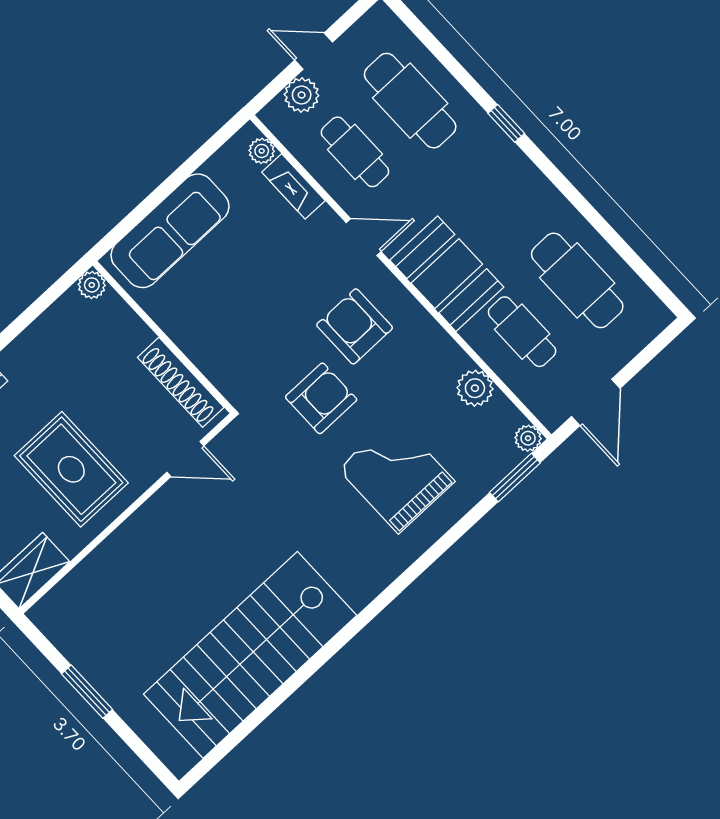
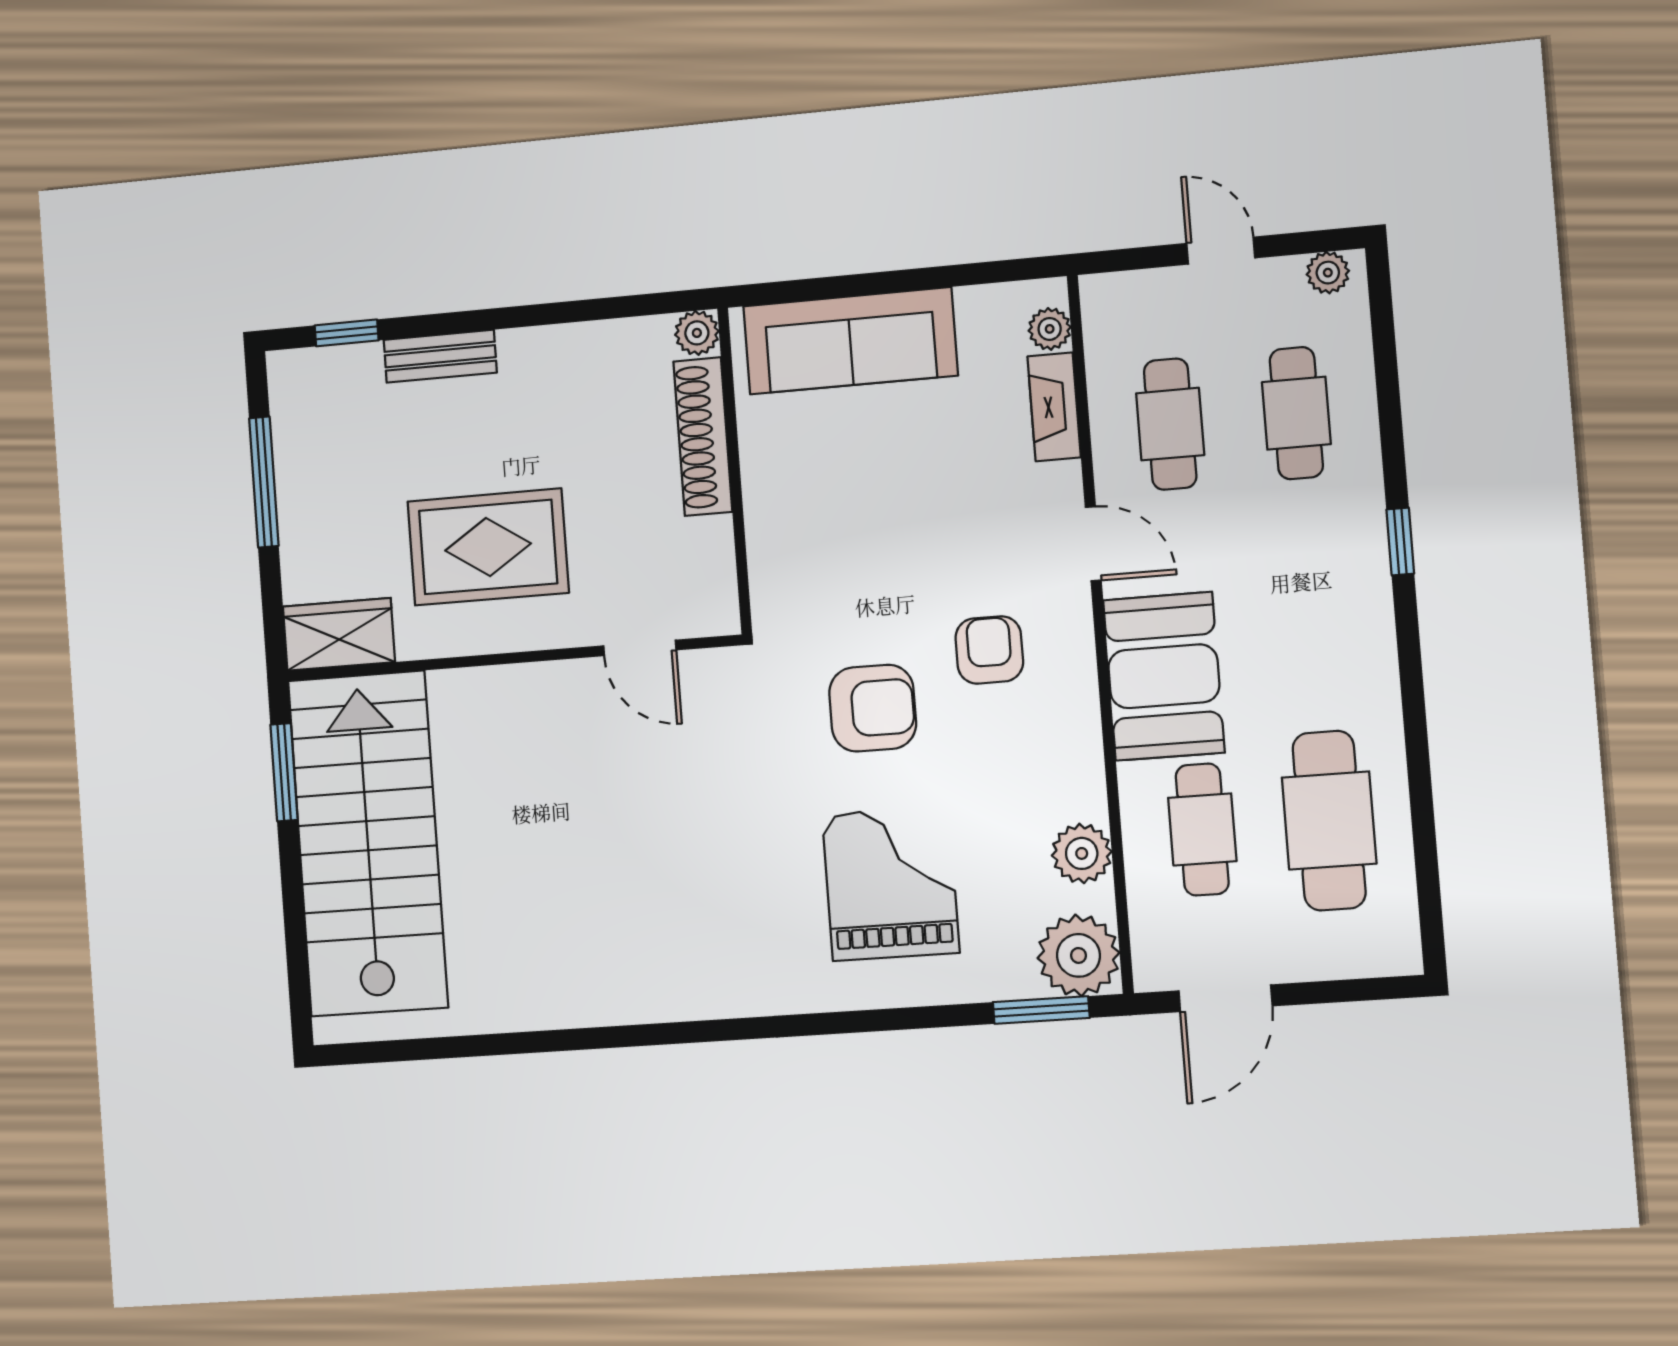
plant: (302, 95) -> (1328, 273), moved, width x0.73, depth x0.73
cafe table: (410, 101) -> (1296, 413), width x0.73, depth x0.74
armchair: (355, 326) -> (989, 650), width x0.72, depth x0.72
shoe rack: (181, 382) -> (703, 437), moved
plant: (528, 438) -> (1078, 955), width x1.87, depth x1.87
rug: (71, 469) -> (488, 547), turned 90
stairs: (250, 655) -> (368, 844), moved, turned 90
window: (87, 692) -> (284, 772), moved

